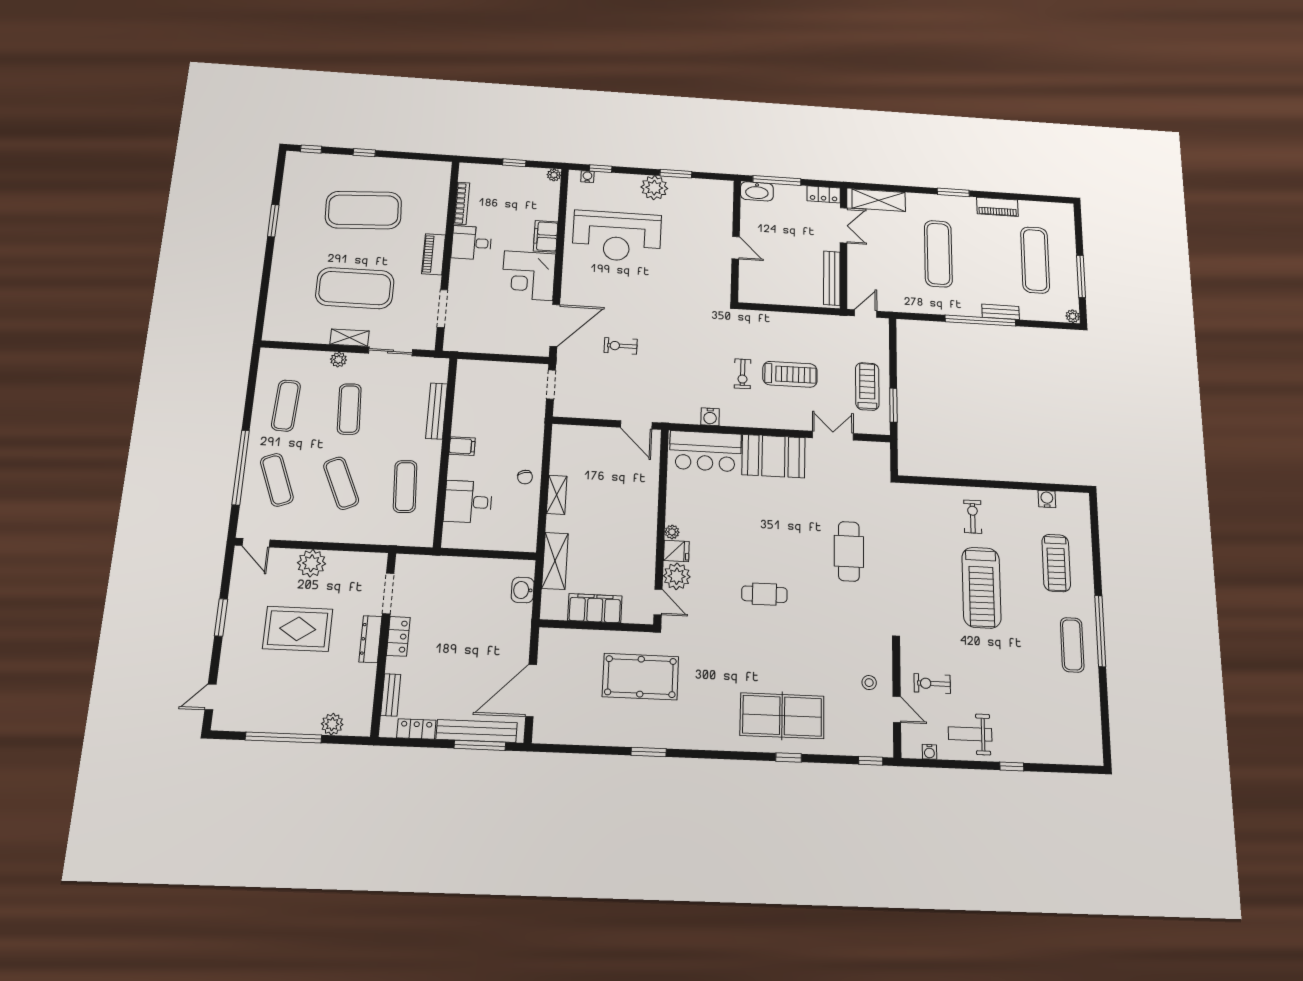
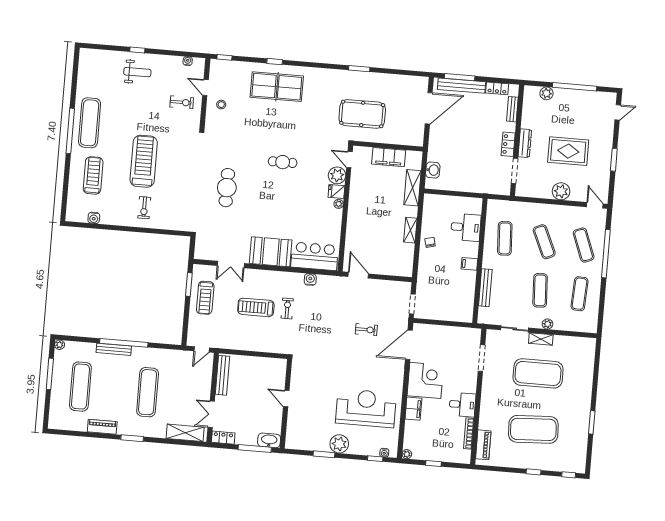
piano: (434, 254) -> (483, 445), moved
bench: (1001, 312) -> (114, 349), width x1.36
exercise mat: (1072, 645) -> (90, 123), width x1.36, depth x1.45
weight bench: (970, 734) -> (137, 72), moved

